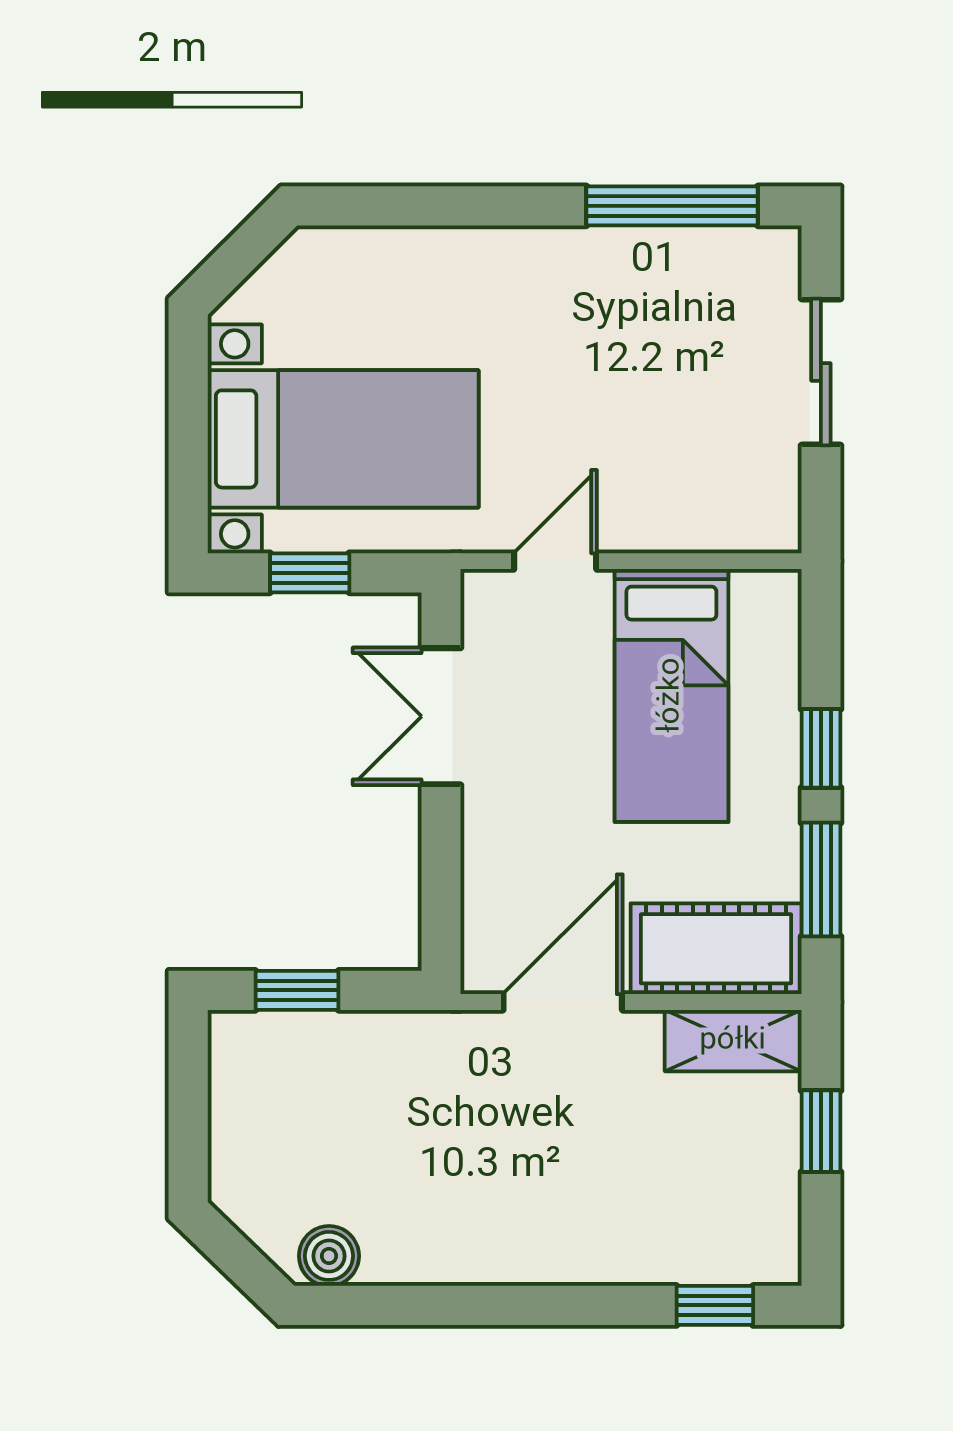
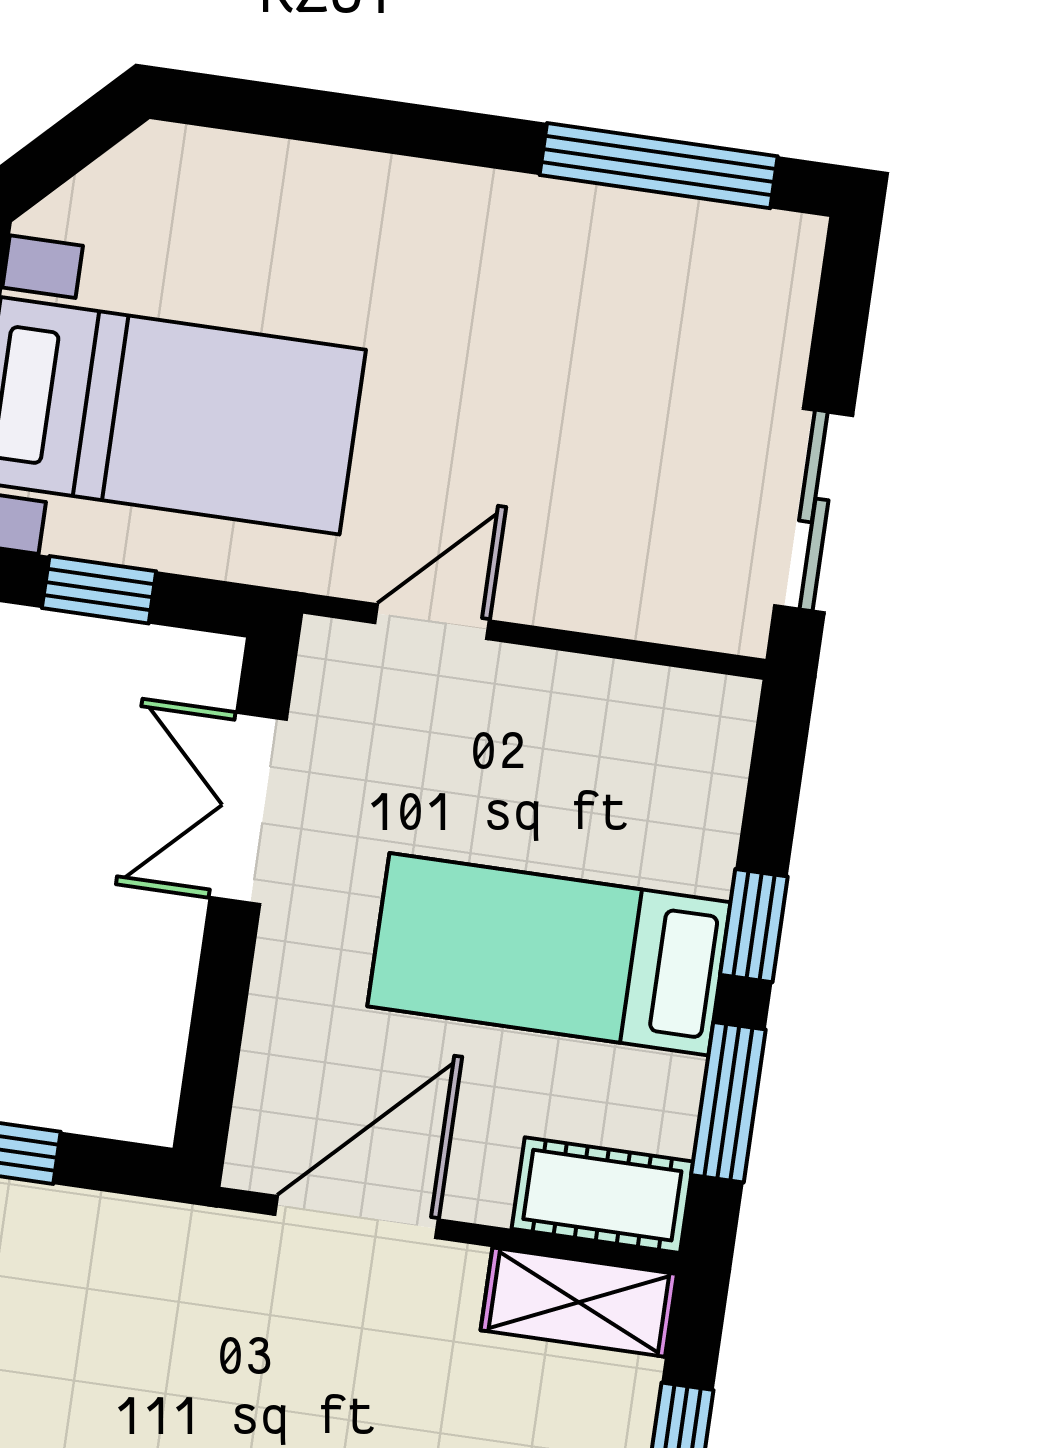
sliding door: (821, 372) -> (814, 510), moved
bed: (671, 695) -> (549, 954), moved, turned 90
cot: (716, 949) -> (602, 1195), width x0.73, depth x0.75

